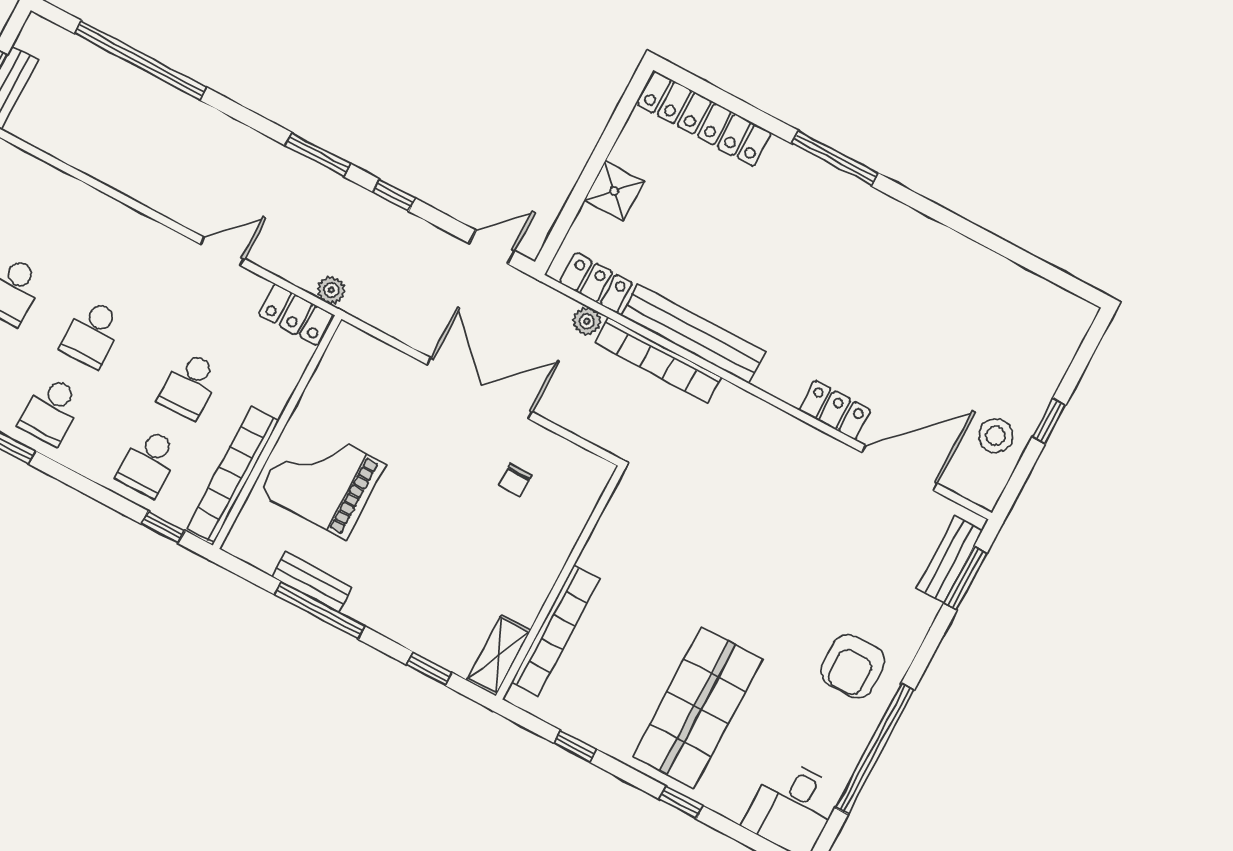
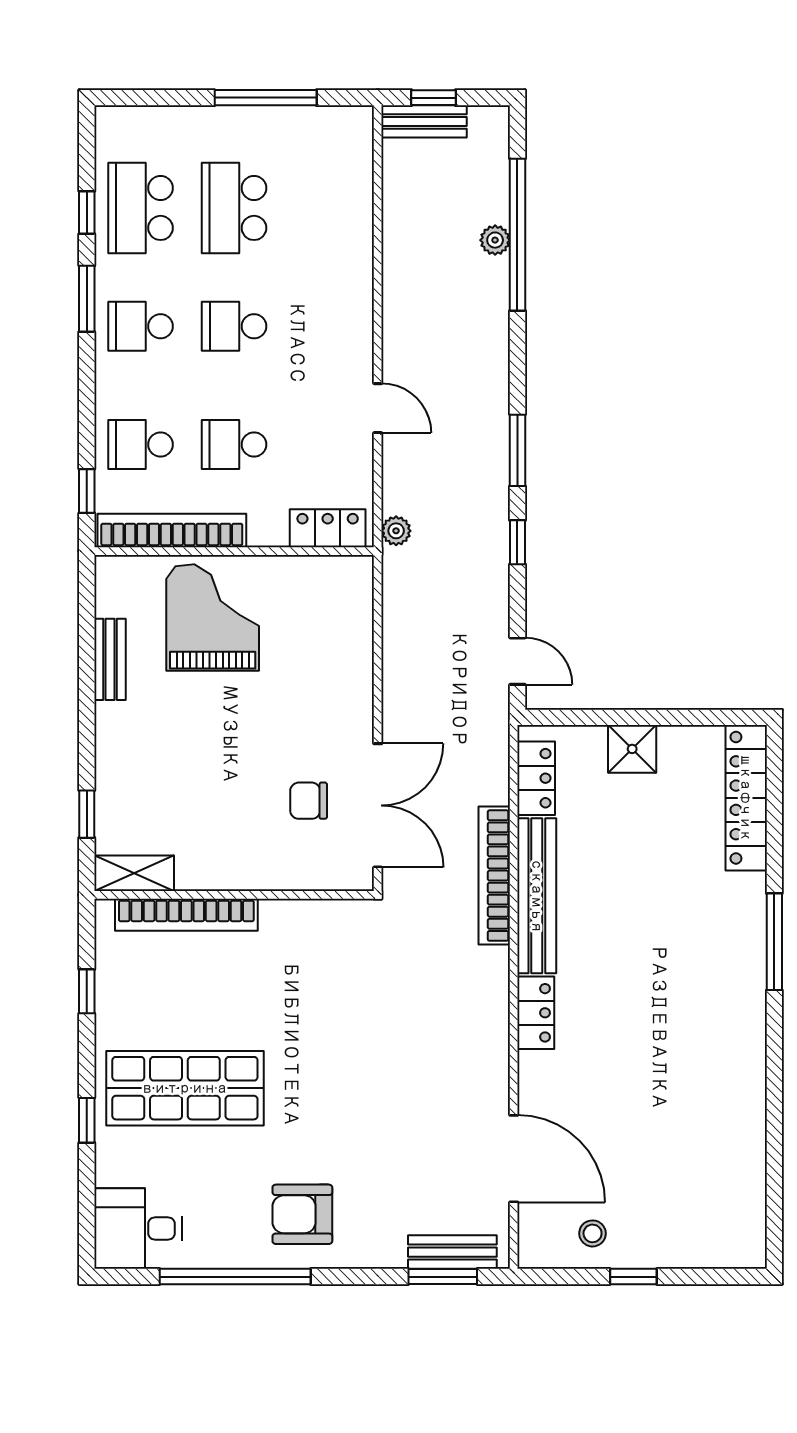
locker: (296, 315) -> (328, 528), moved, turned 90
plant: (587, 321) -> (495, 240), moved
double door: (480, 388) -> (378, 805), moved
locker: (835, 410) -> (536, 1013), moved
stool: (996, 436) -> (593, 1233), width x0.73, depth x0.73
chair: (515, 480) -> (309, 801), width x1.37, depth x1.37
window: (320, 610) -> (87, 681), removed

